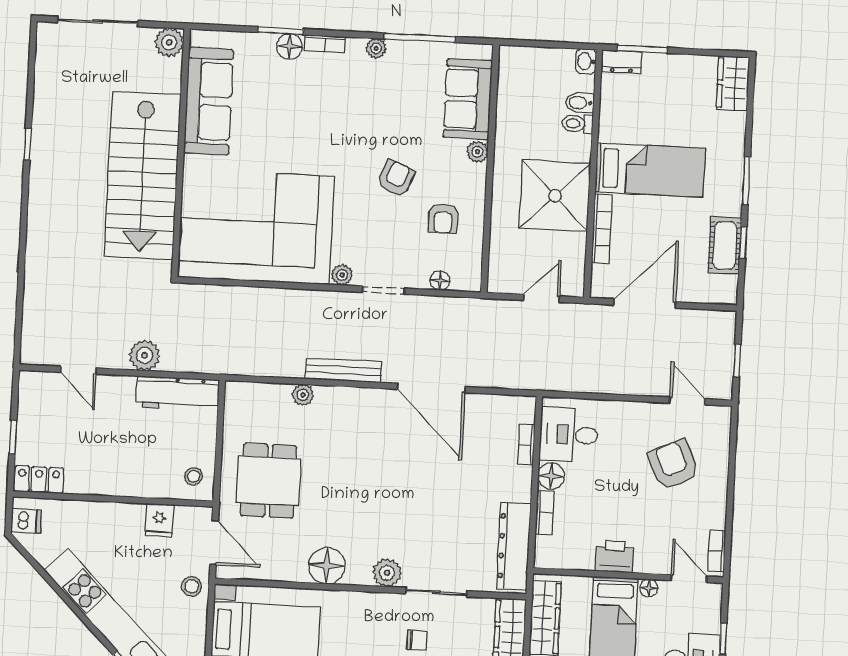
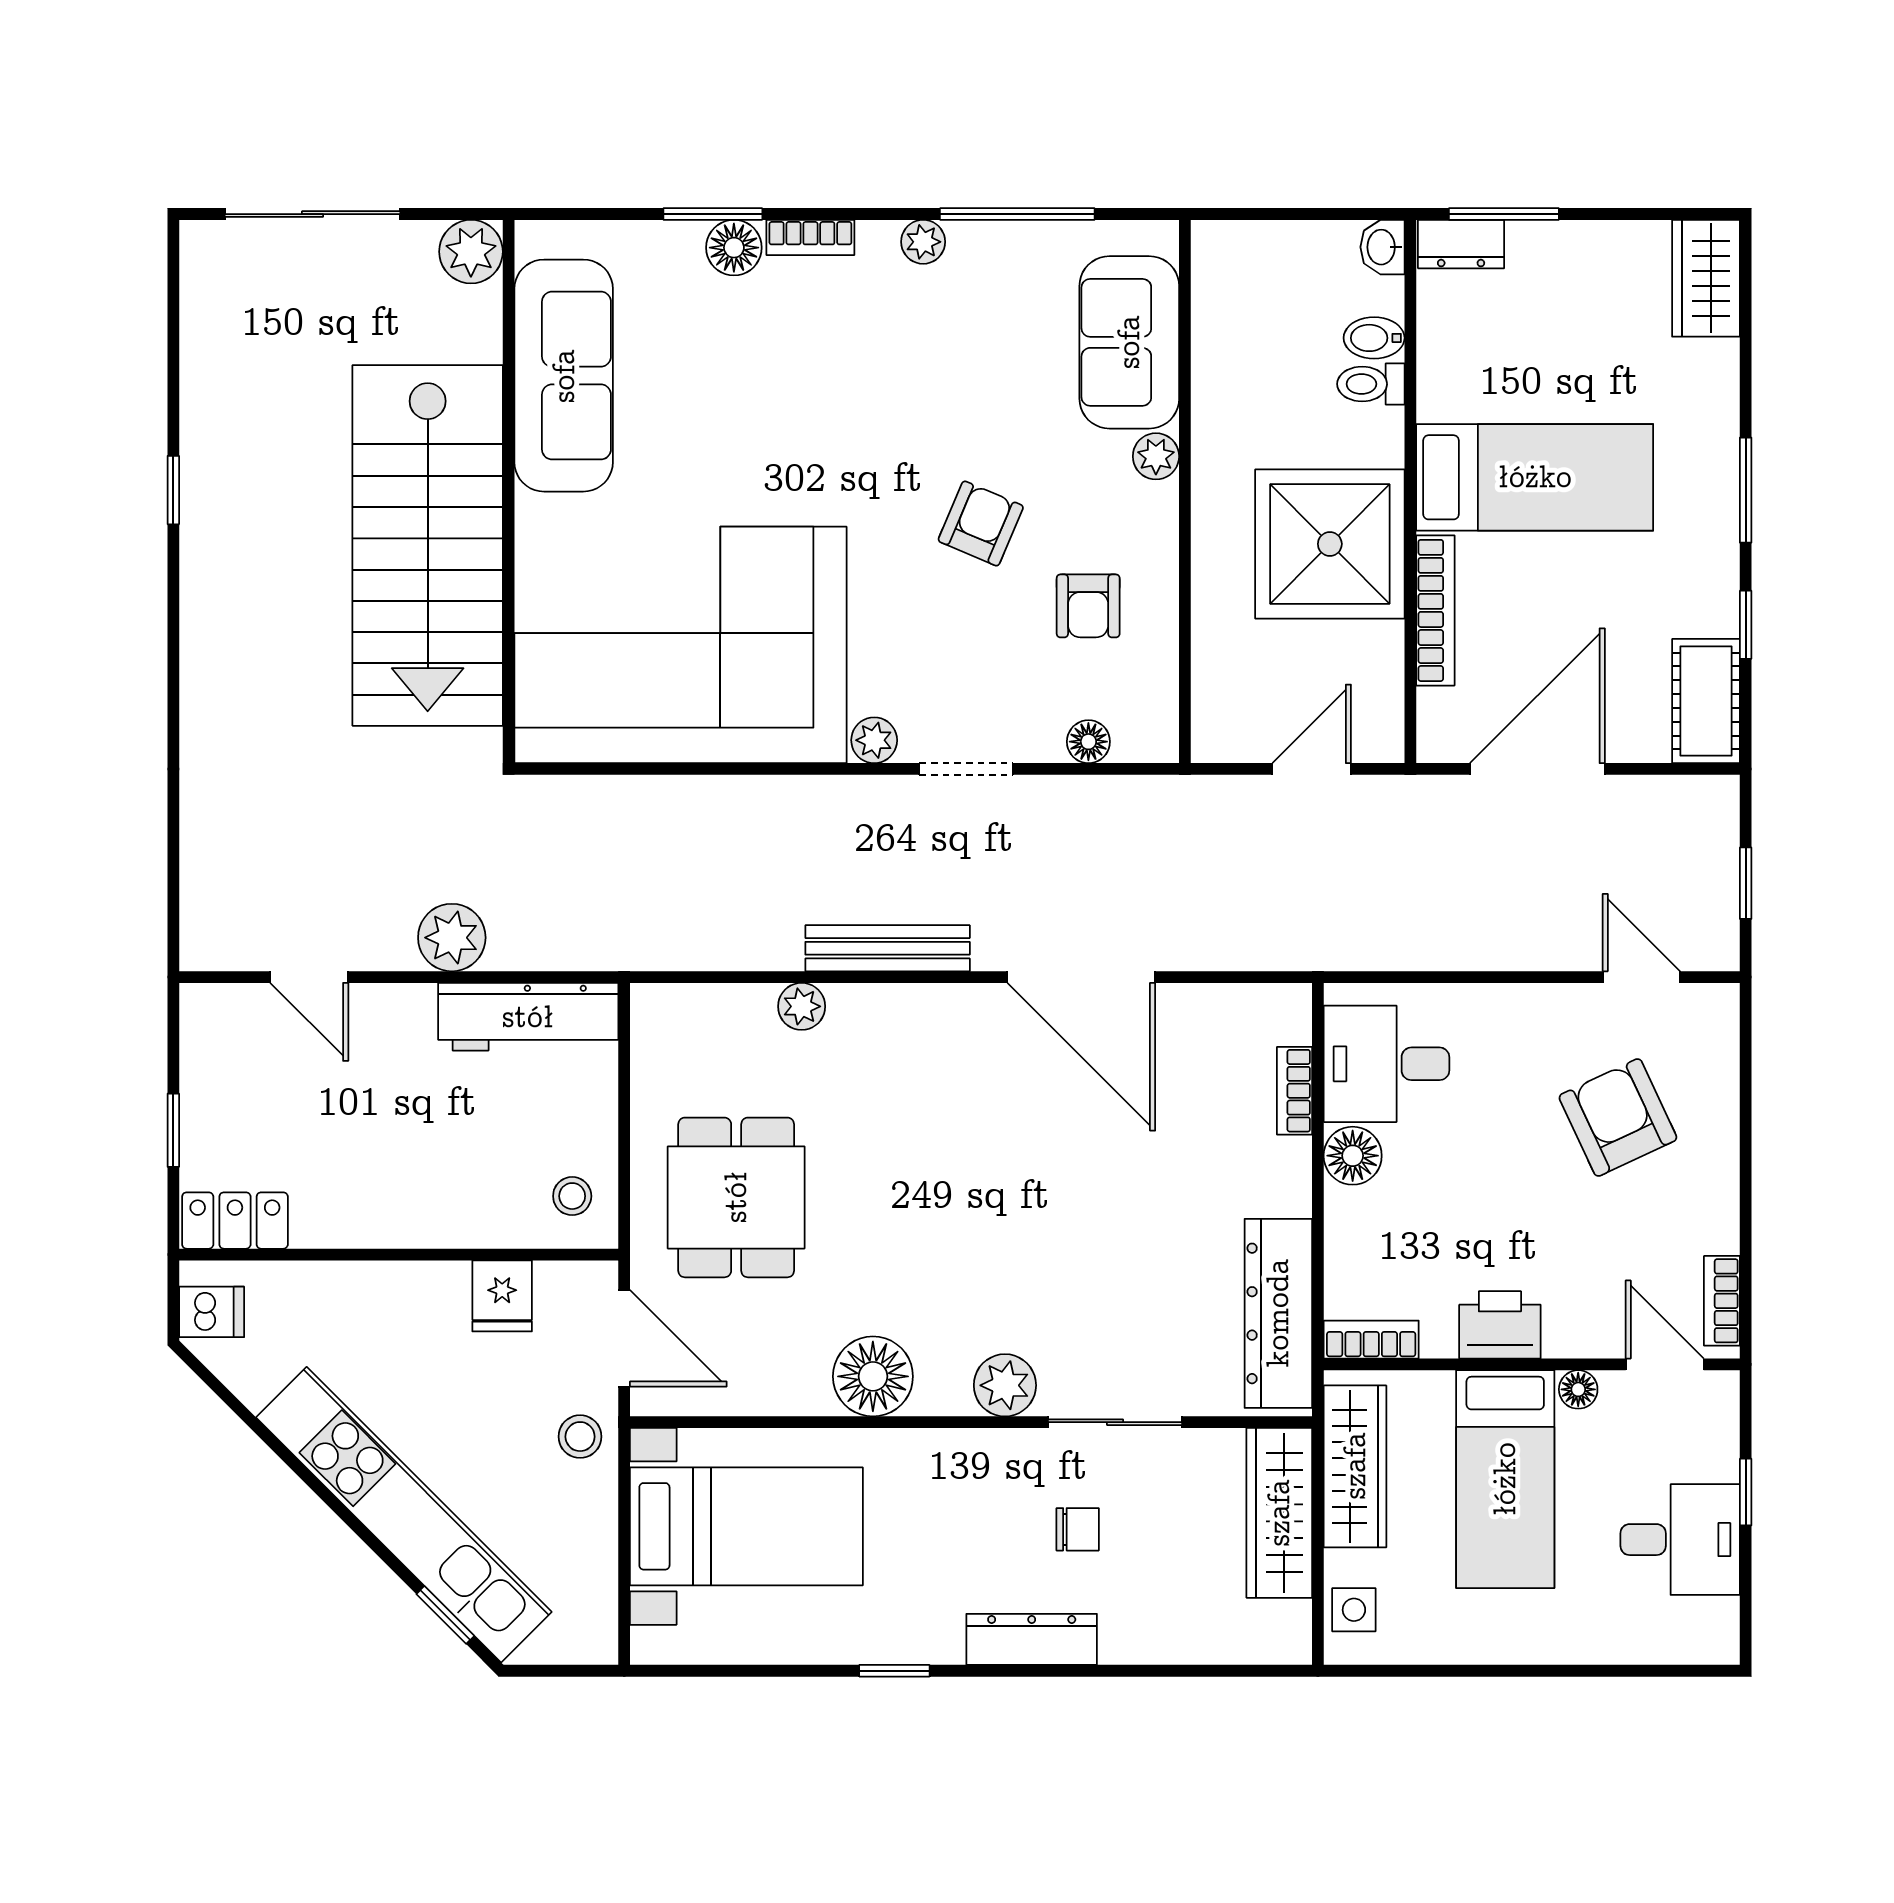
cot: (725, 245) -> (1706, 701), moved
bookcase: (545, 513) -> (1371, 1340), moved, turned -90

